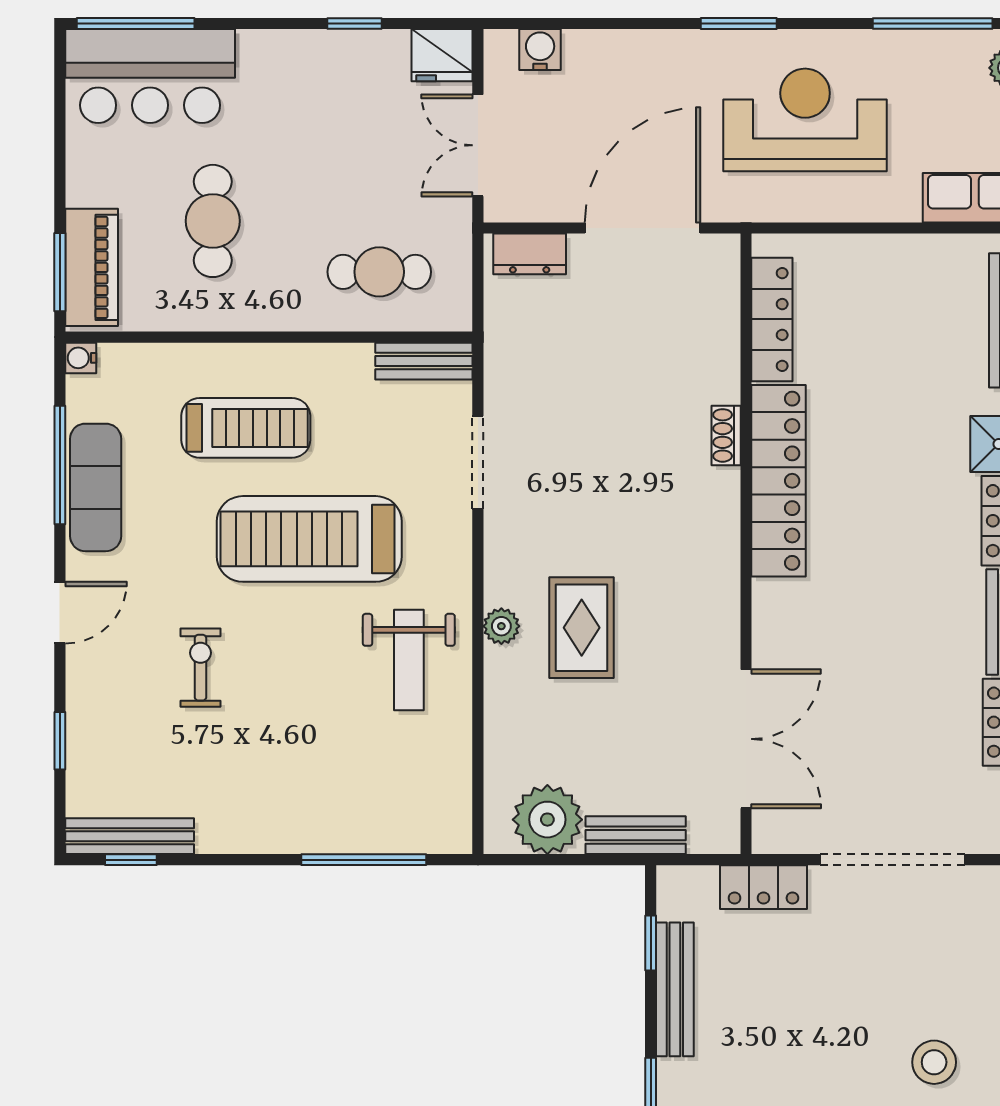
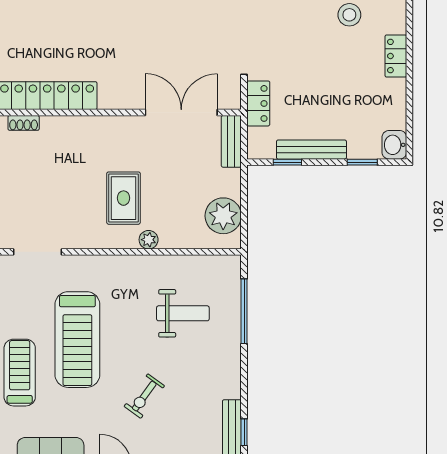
plant: (501, 626) -> (149, 240), moved
rug: (582, 628) -> (124, 198), turned 90
weight bench: (409, 660) -> (183, 313), moved
exercise bike: (201, 668) -> (144, 396), turned -54
bench: (636, 835) -> (231, 141), moved

